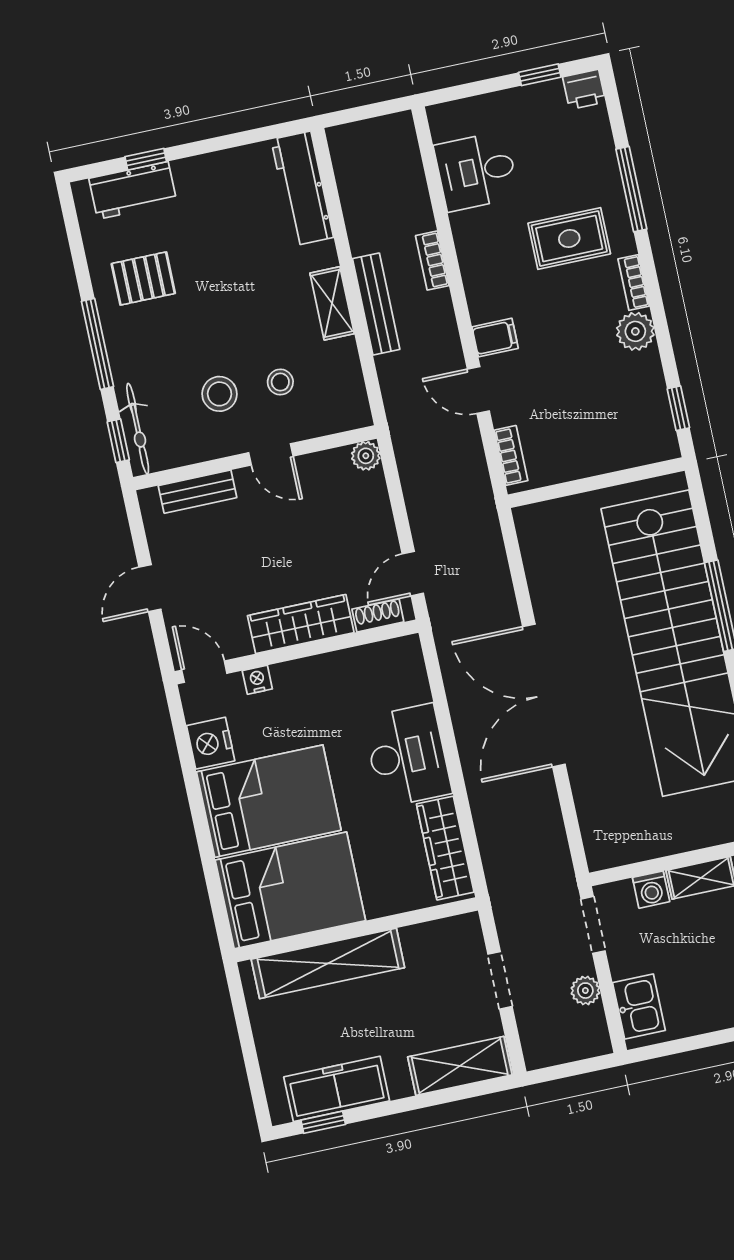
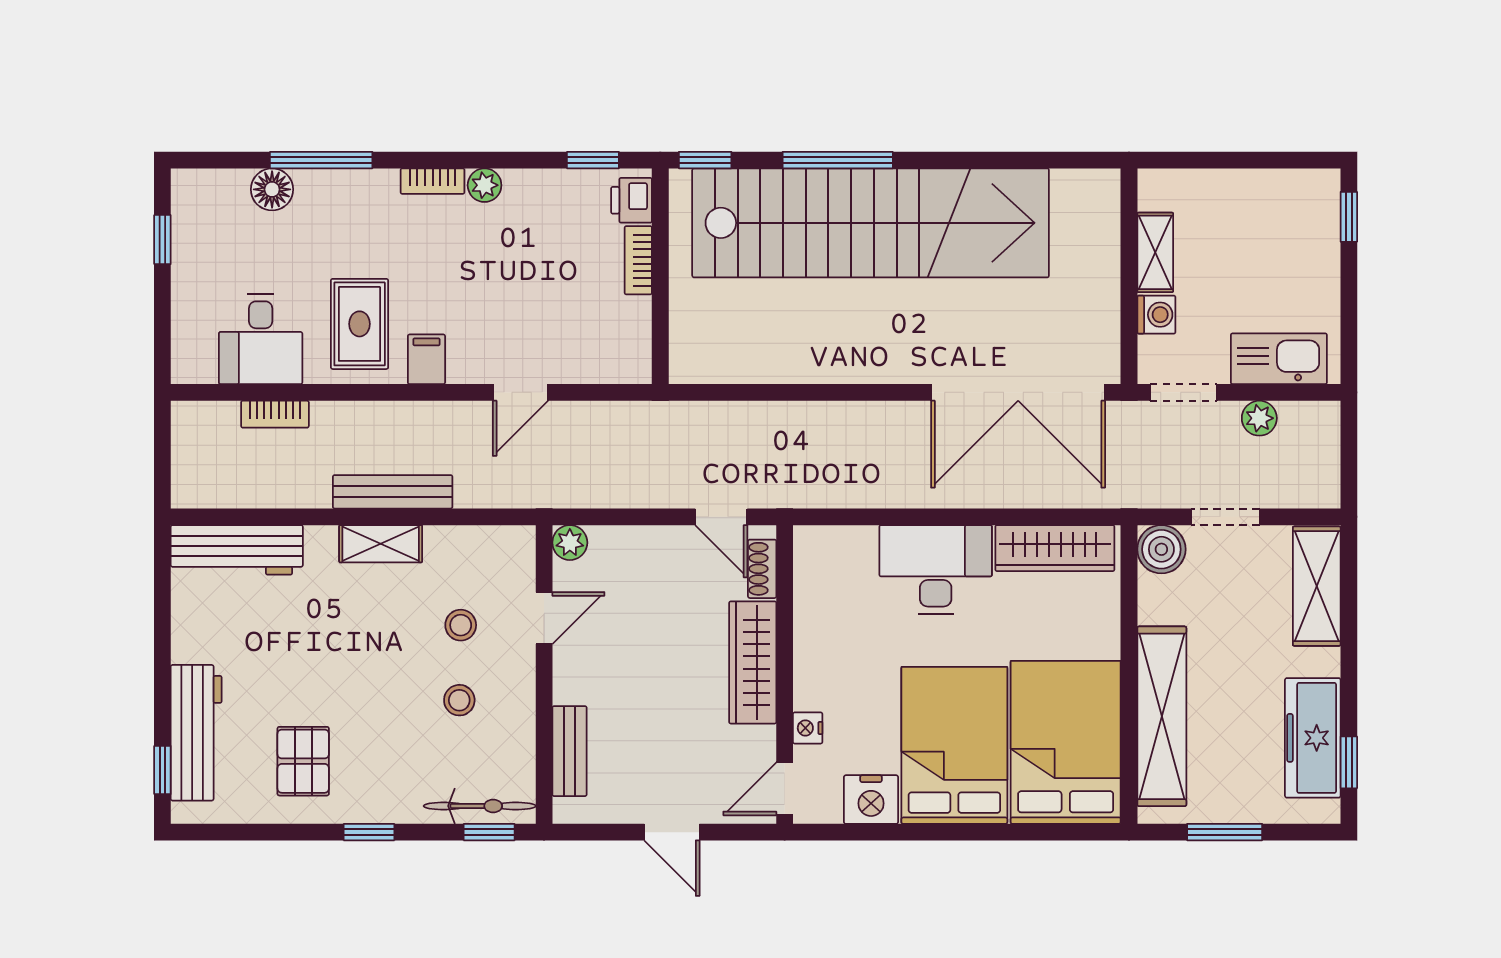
printer: (584, 89) -> (632, 200), moved, turned 180
floor lamp: (599, 154) -> (272, 189), added
window: (146, 159) -> (162, 770), moved
workbench: (133, 190) -> (196, 733), width x1.38
rug: (569, 238) -> (360, 324), moved
bookcase: (432, 261) -> (275, 414), moved
plant: (635, 331) -> (485, 185), width x0.73, depth x0.73
filing cabinet: (495, 338) -> (426, 359), moved
window: (97, 344) -> (369, 832), width x0.46
stool: (220, 394) -> (459, 700), width x0.73, depth x0.73
door: (271, 454) -> (544, 618), moved
bookcase: (511, 455) -> (638, 260), moved, turned -90
window: (698, 499) -> (705, 160), added
double door: (544, 695) -> (1018, 392), moved
boiler: (463, 934) -> (1161, 549), added
kitchen sink: (639, 1007) -> (1279, 359), width x1.38
window: (245, 1034) -> (1225, 832), added

